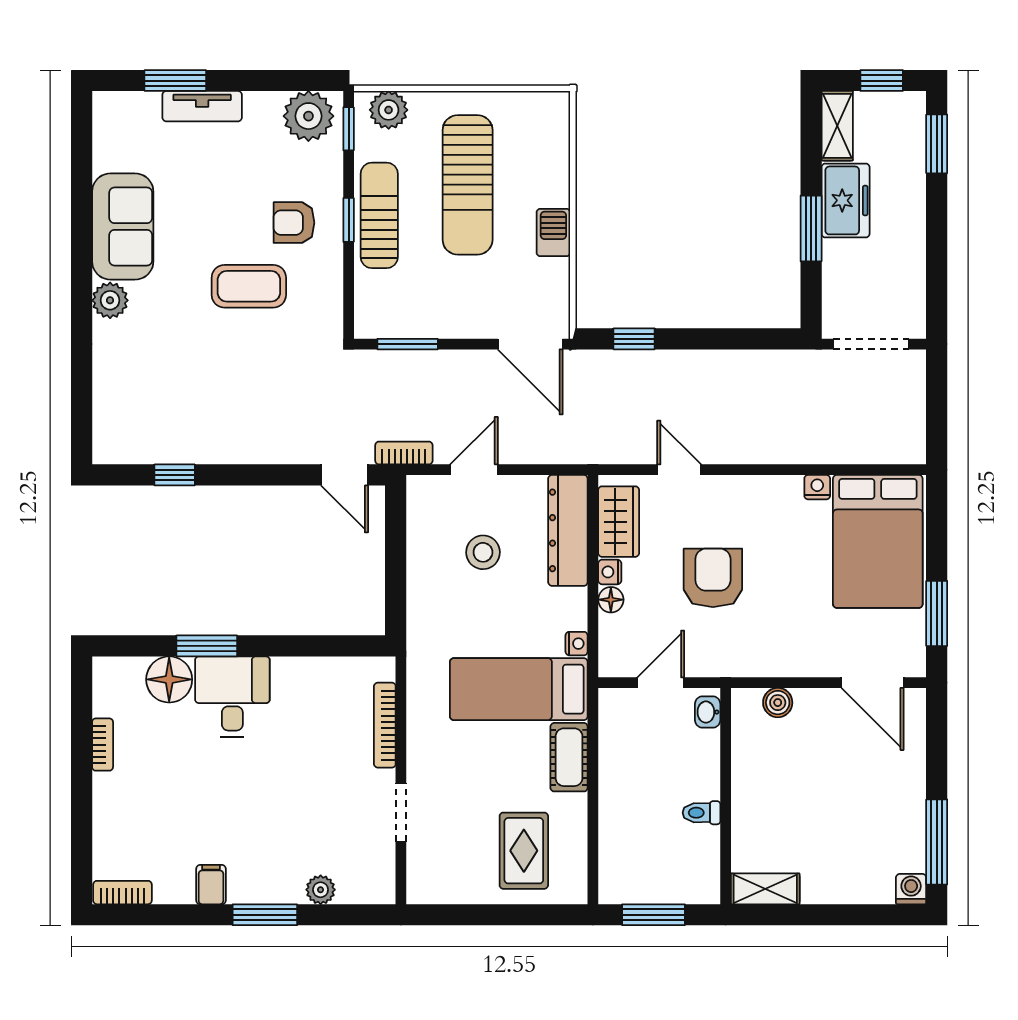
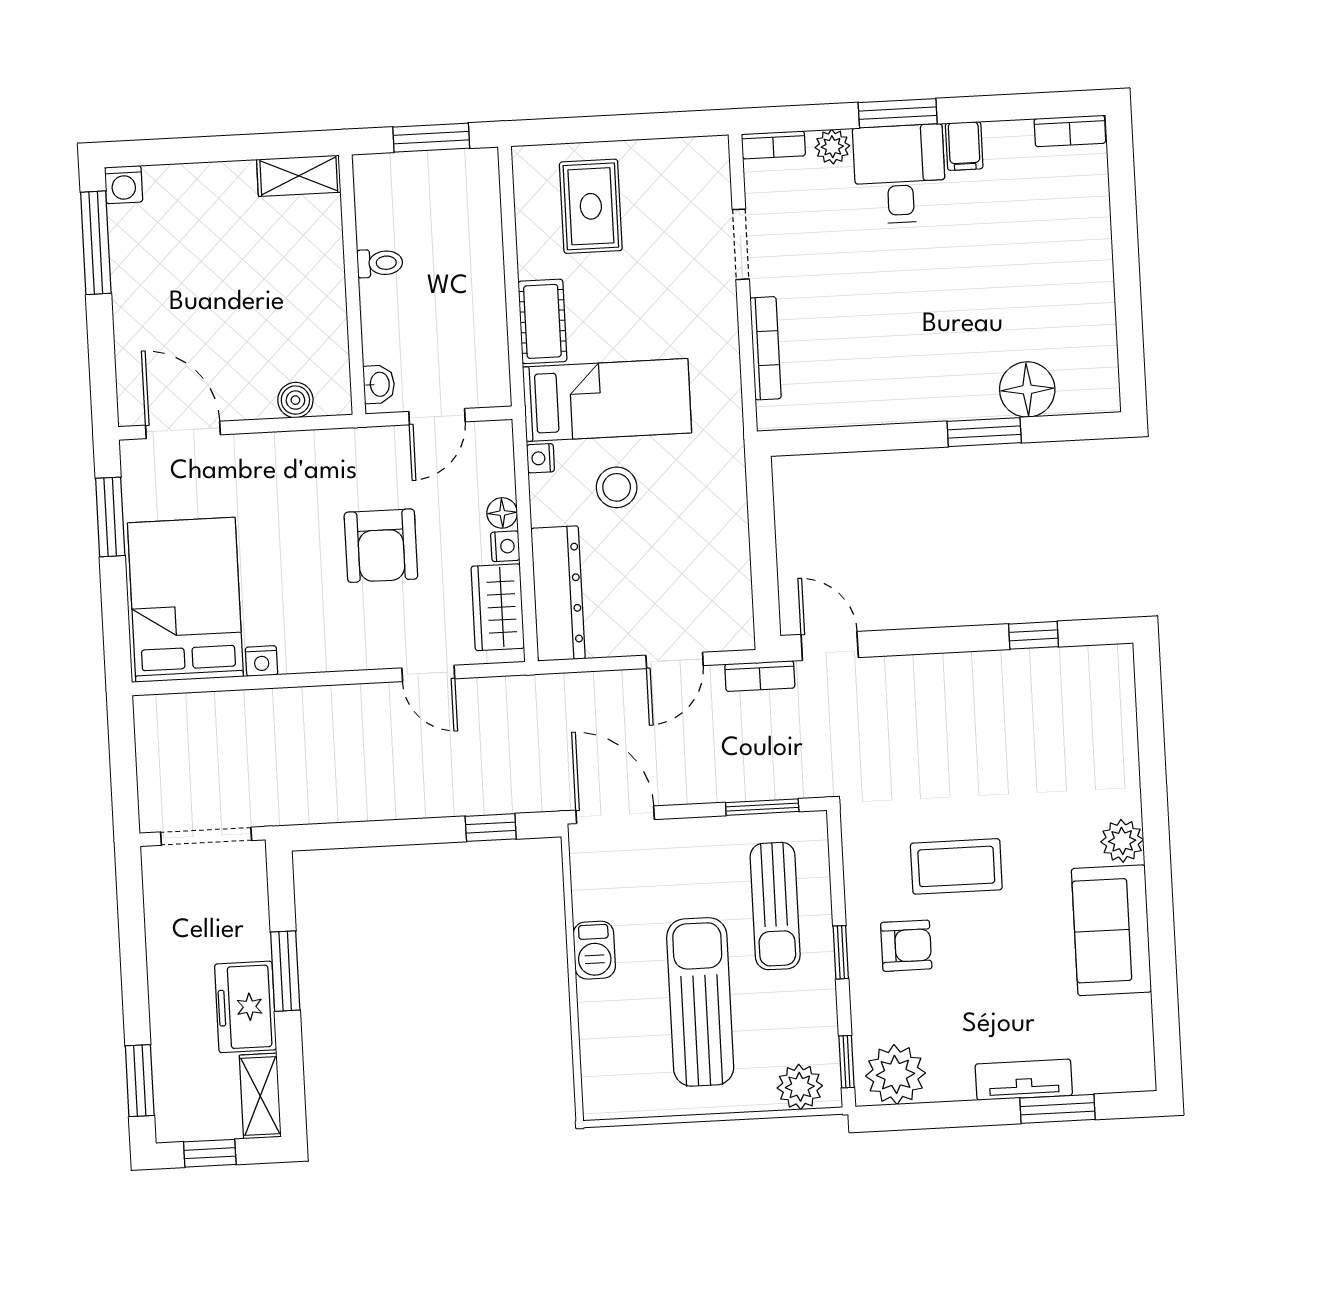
sun lounger: (379, 215) -> (775, 906), moved
stool: (483, 552) -> (617, 487), moved
desk: (232, 697) -> (900, 174), moved, turned 180
bookcase: (103, 745) -> (773, 145), moved, turned -90

